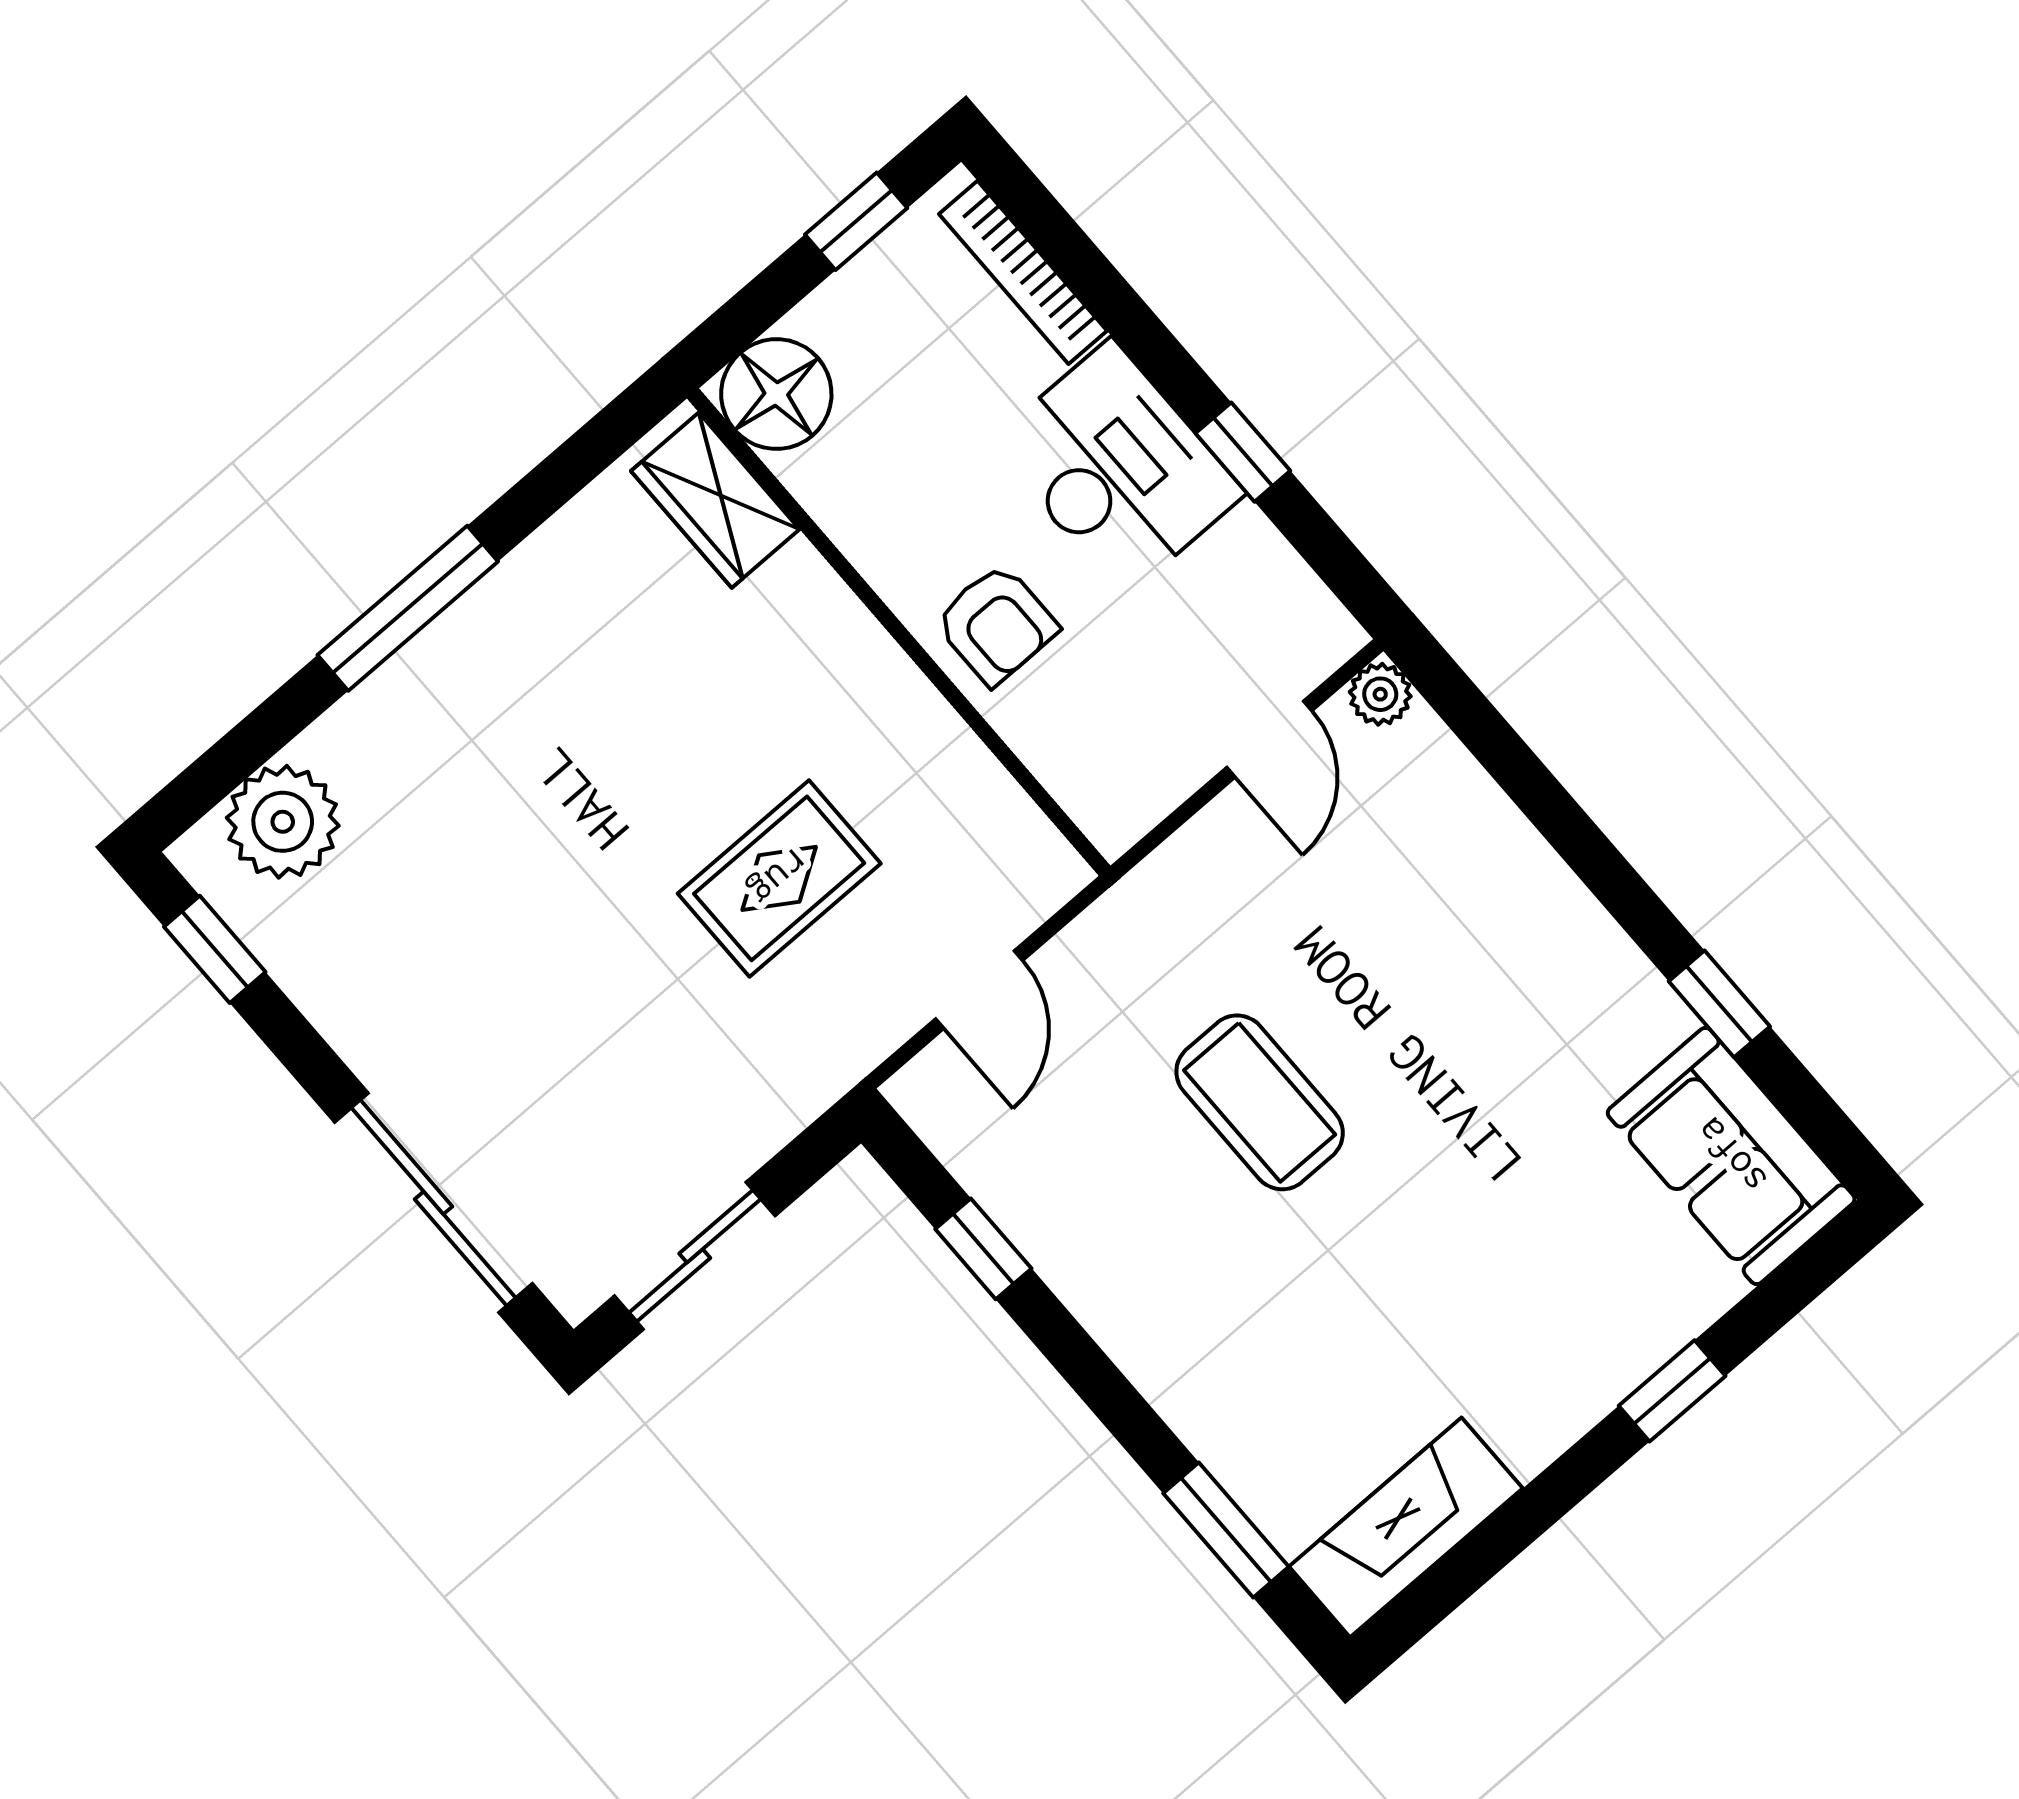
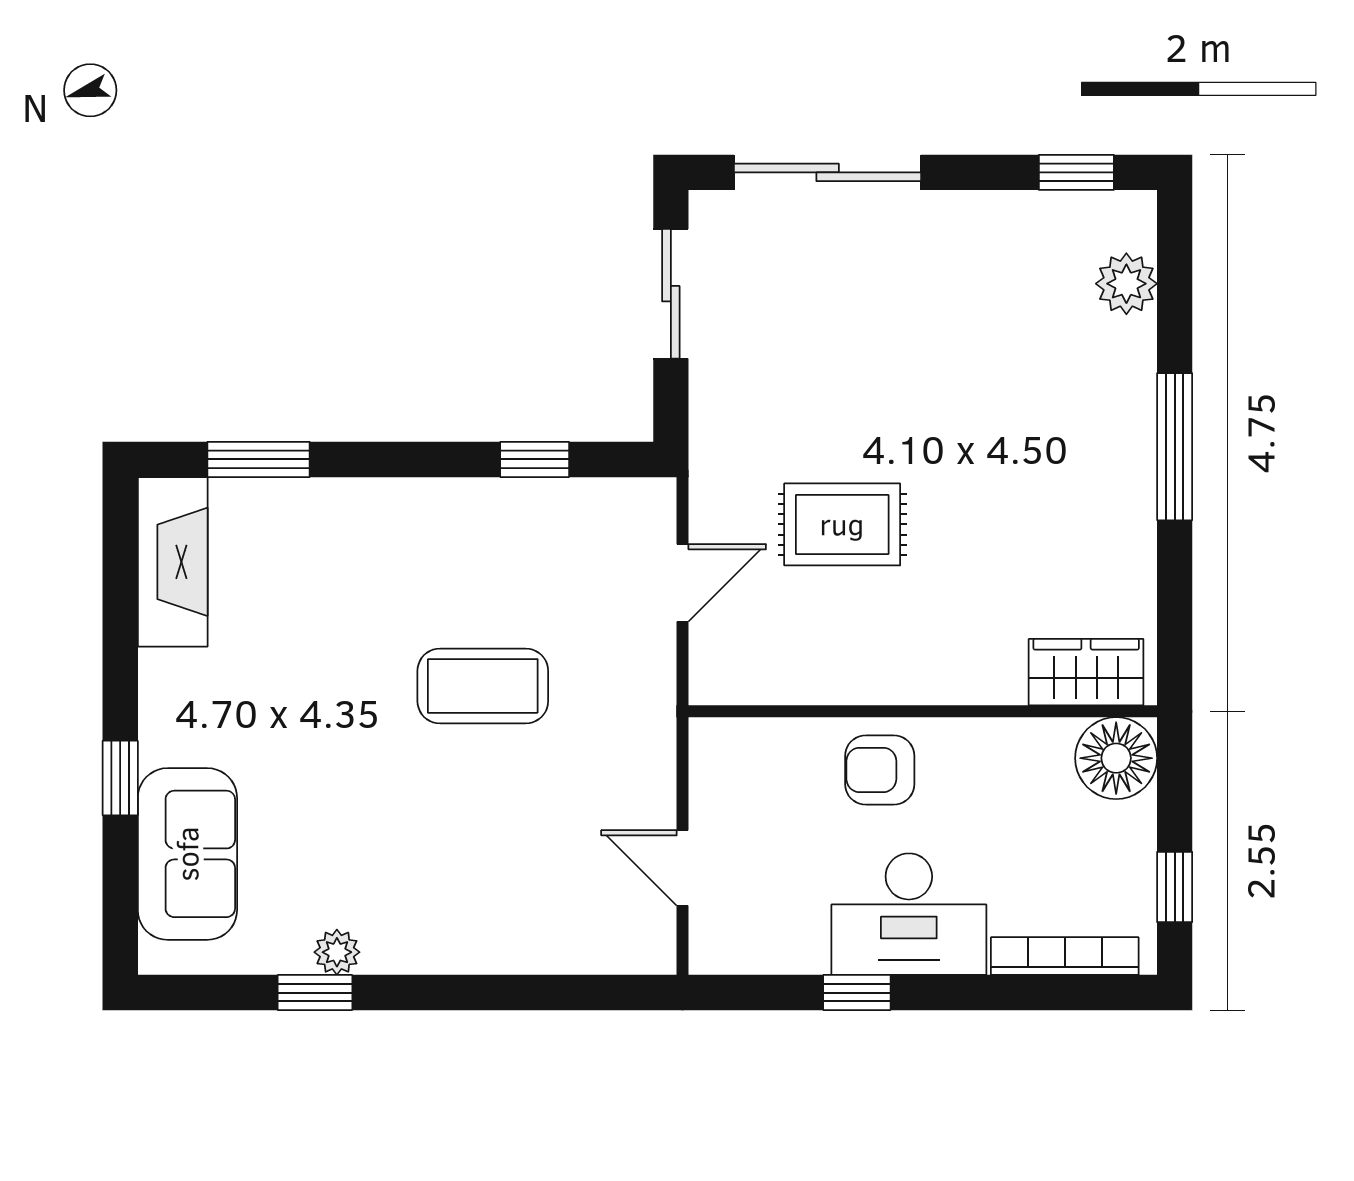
plant: (1380, 694) -> (337, 952), moved
plant: (283, 822) -> (1126, 284), width x0.73, depth x0.73
rug: (779, 878) -> (842, 524), turned 90
door: (979, 990) -> (683, 583), swing flipped
sofa: (1731, 1156) -> (187, 854), moved, turned 90

